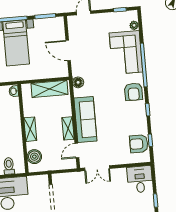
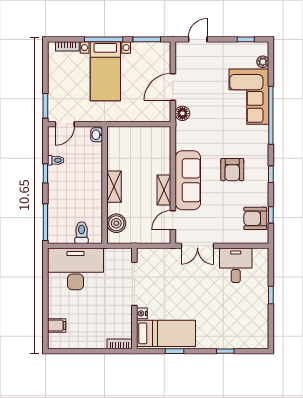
door: (68, 50) -> (173, 87), hinge flipped
floor lamp: (78, 82) -> (182, 113), moved
shelving: (49, 89) -> (144, 136), removed
armchair: (133, 92) -> (232, 170), moved
desk: (140, 179) -> (236, 265), moved

